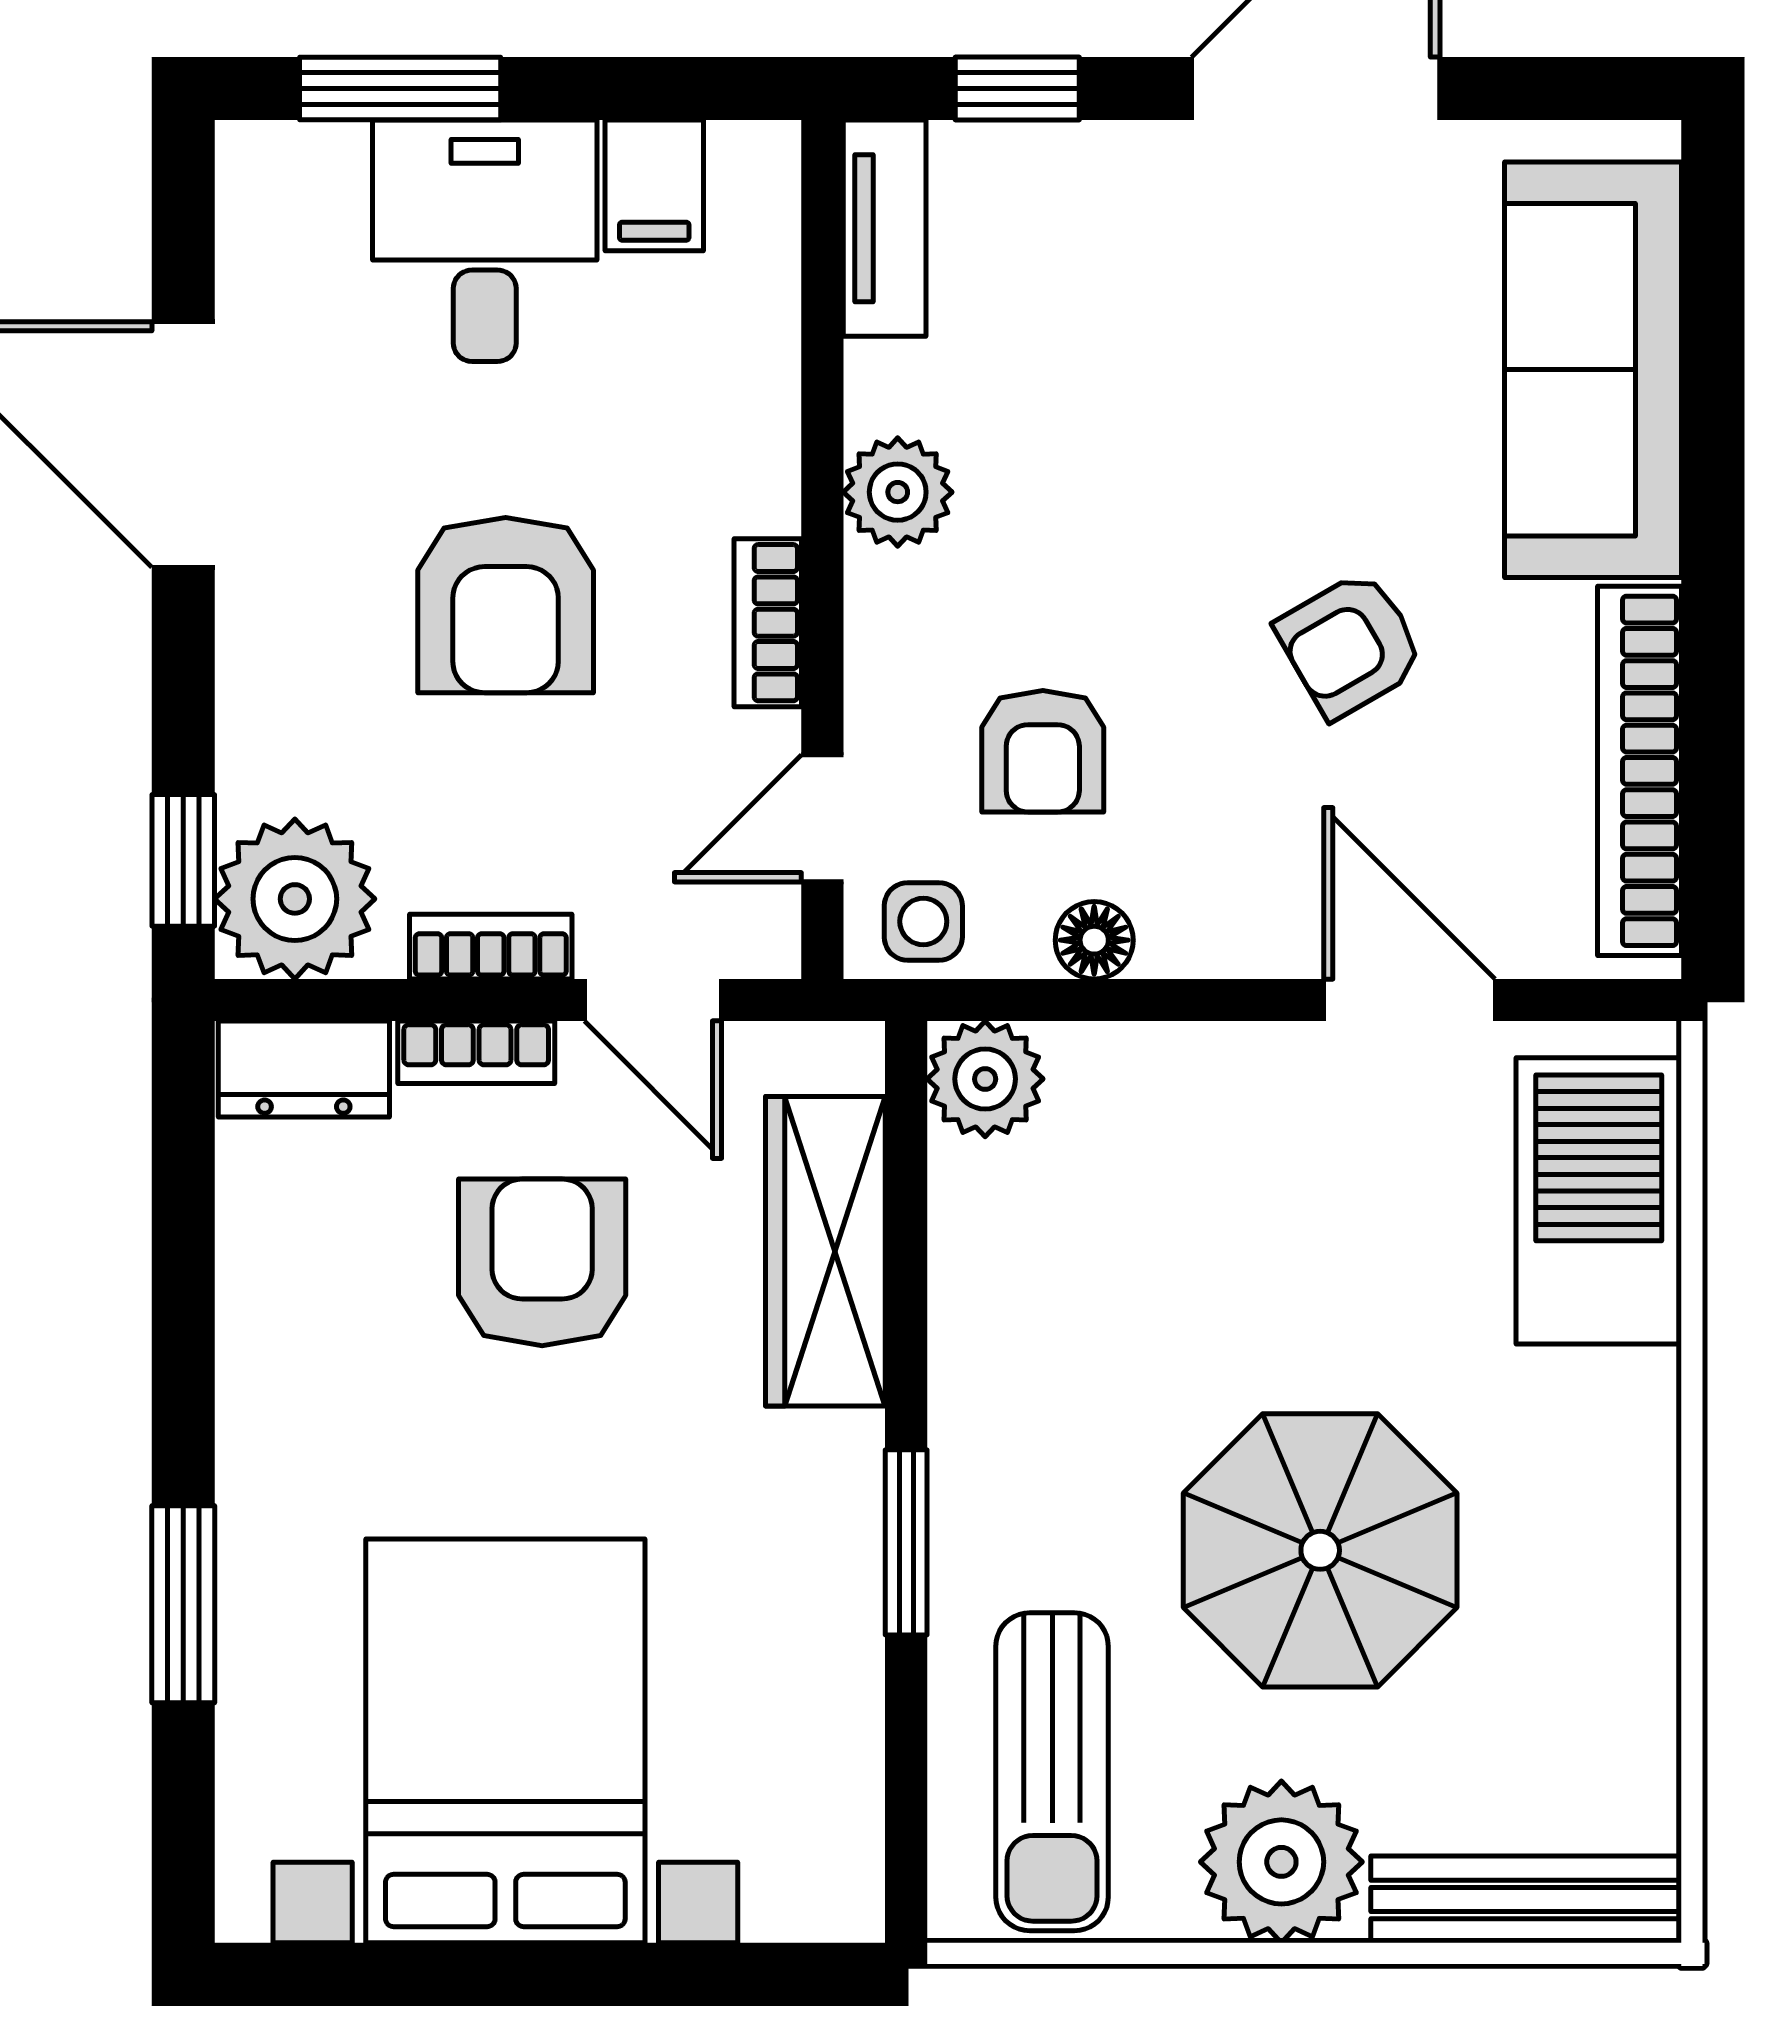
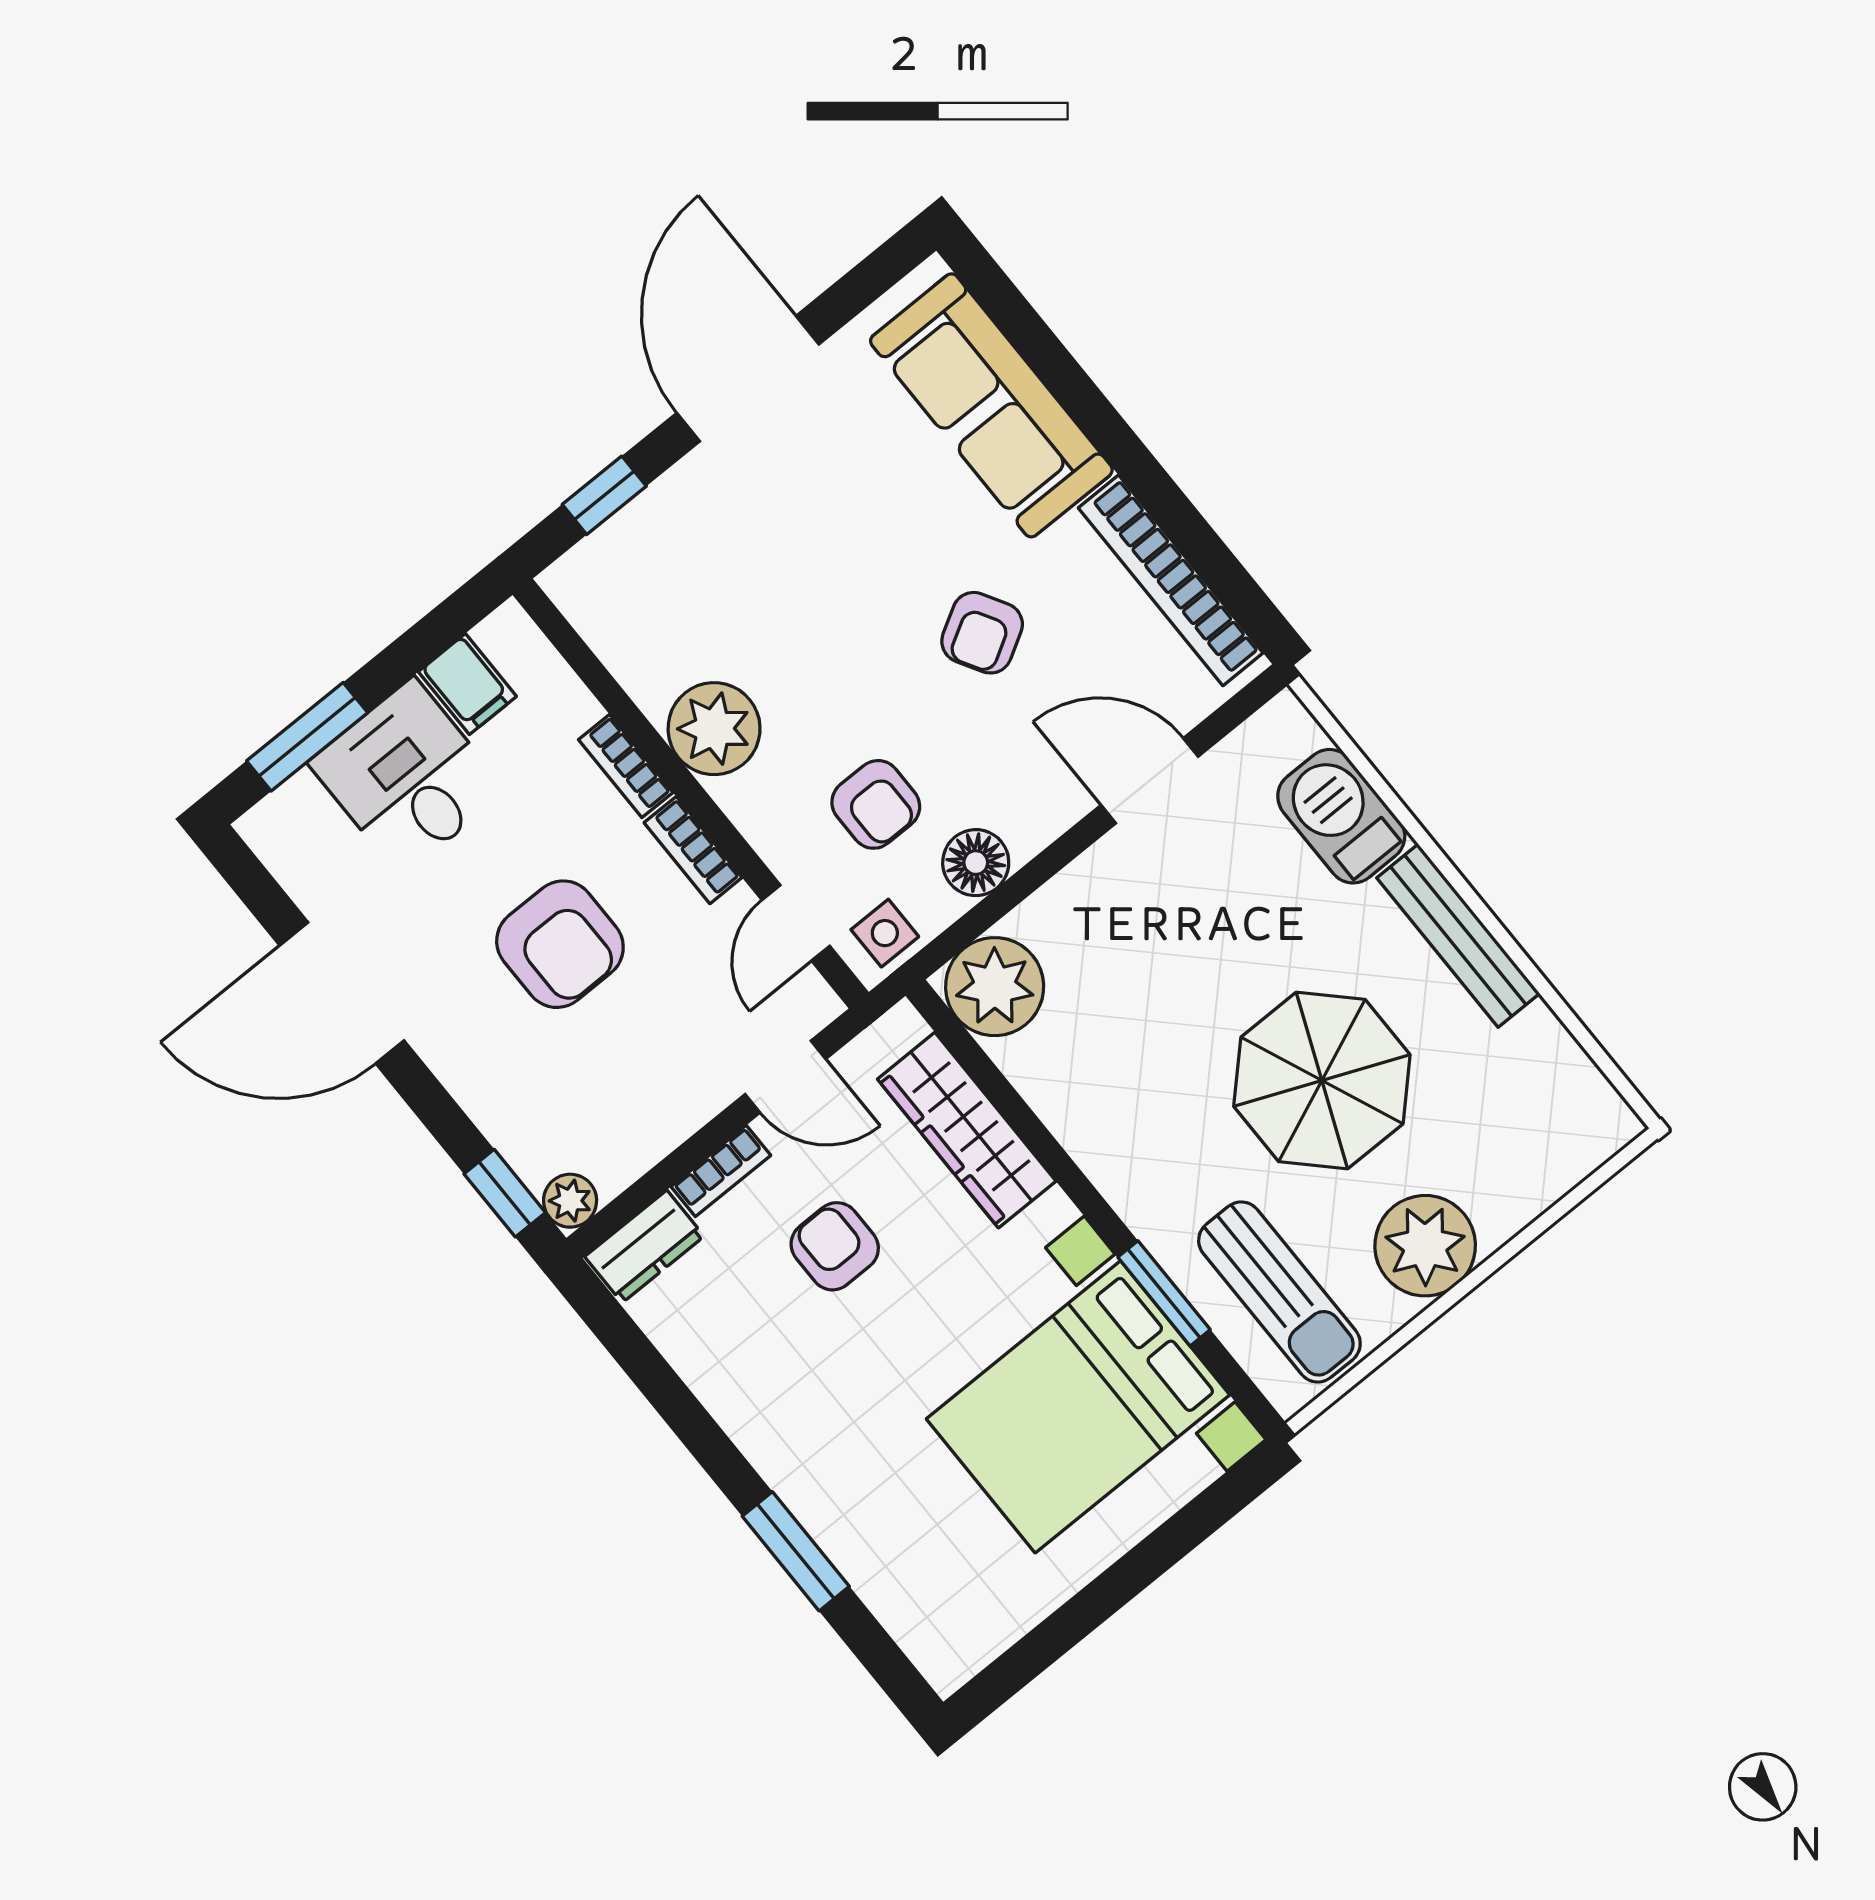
tv unit: (885, 228) -> (595, 614), removed
plant: (898, 492) -> (714, 729), width x1.36, depth x1.36
plant: (295, 899) -> (570, 1201), width x0.53, depth x0.53
floor lamp: (1094, 940) -> (976, 863), width x1.37, depth x1.37
bookcase: (491, 947) -> (626, 766), moved, turned -90
plant: (985, 1079) -> (995, 987), width x1.36, depth x1.36
barbecue: (1599, 1201) -> (1341, 816), width x0.73, depth x0.83
armchair: (542, 1262) -> (835, 1246), width x0.72, depth x0.72
window: (906, 1542) -> (1164, 1293), moved
bed with nightstands: (505, 1741) -> (1078, 1407), moved, turned -90
bench: (1526, 1899) -> (1458, 936), moved, turned 90

